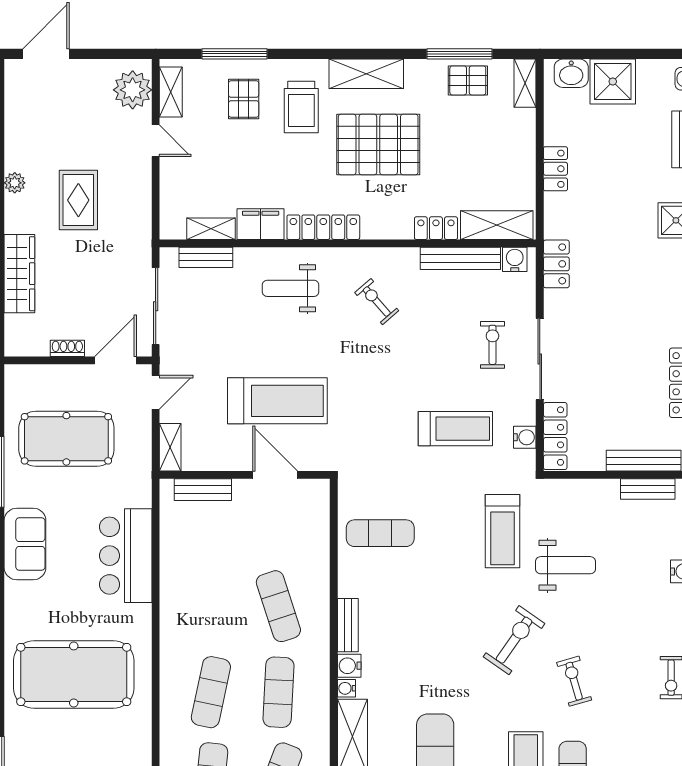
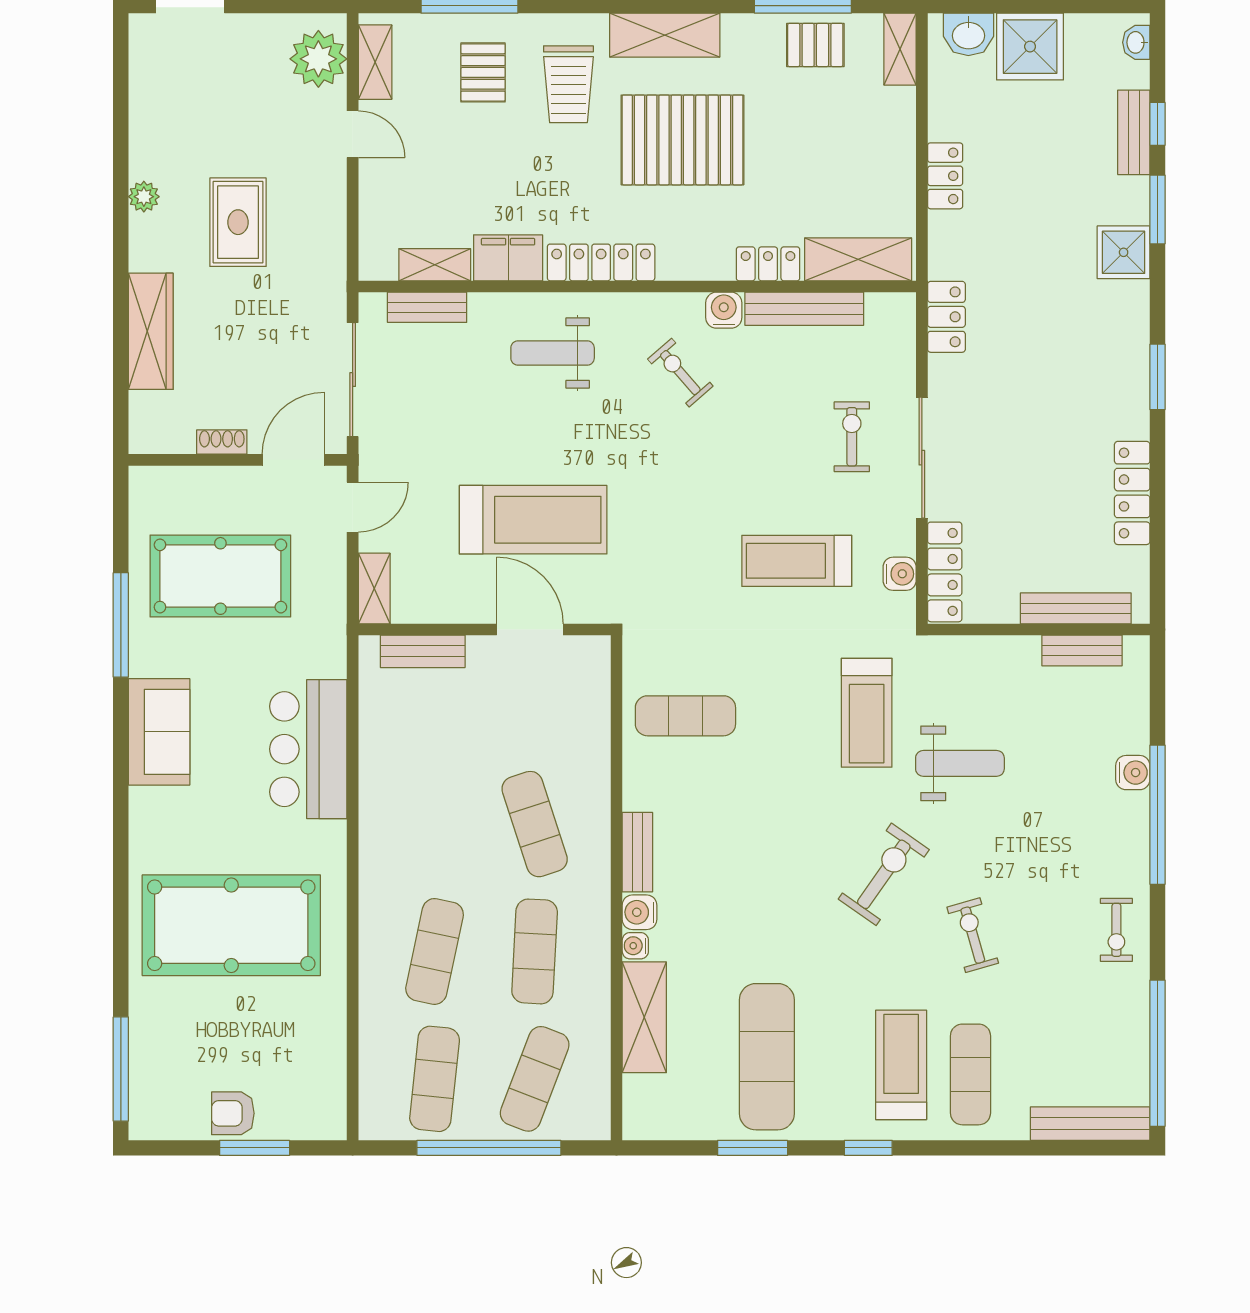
water cooler: (515, 259) -> (724, 310), moved
treadmill: (455, 429) -> (797, 561), turned 180

